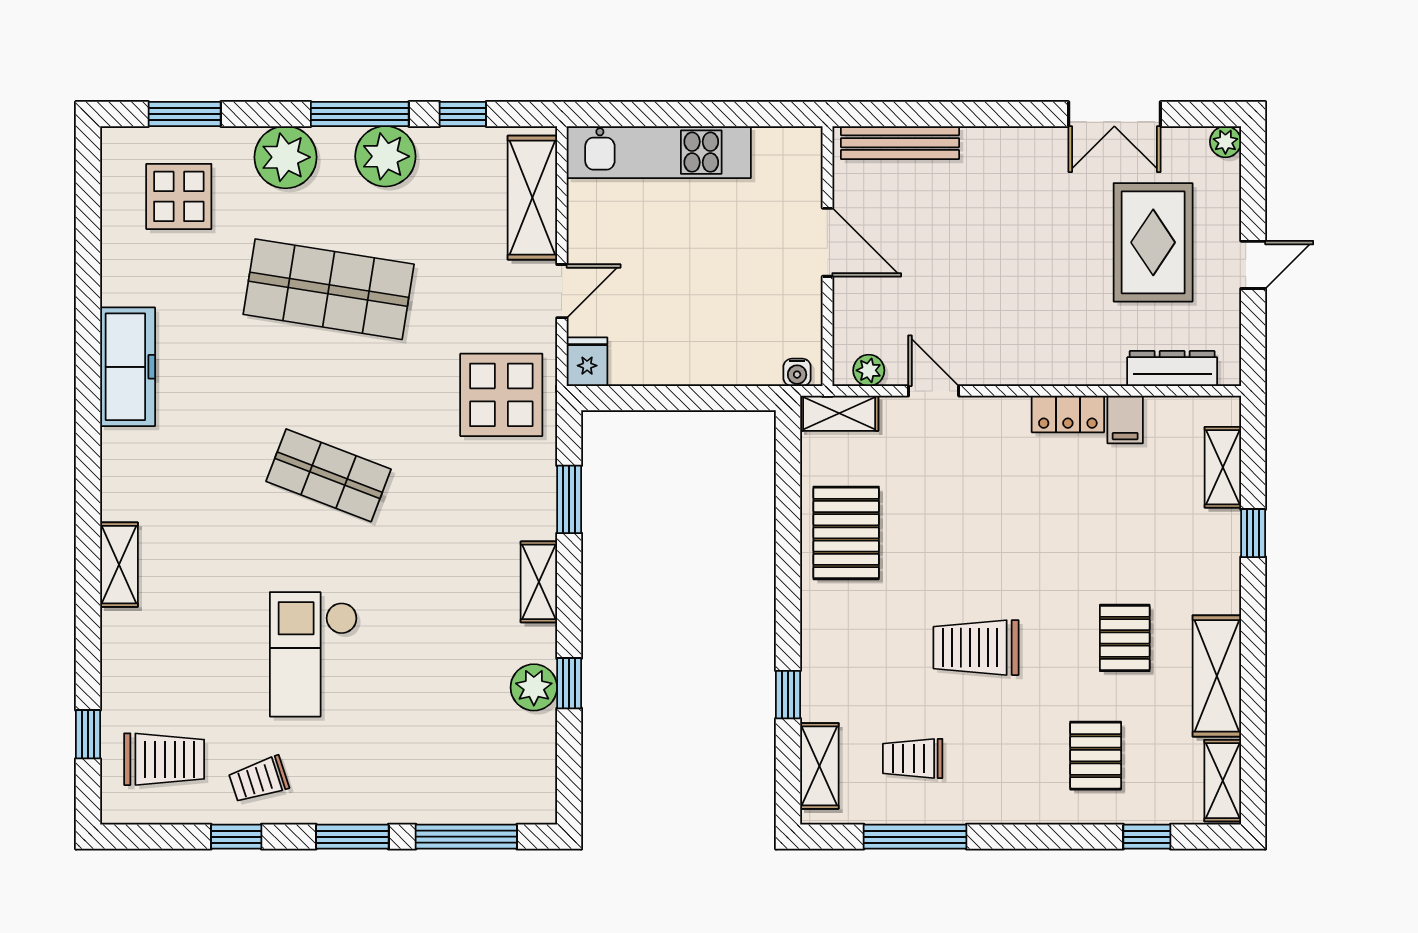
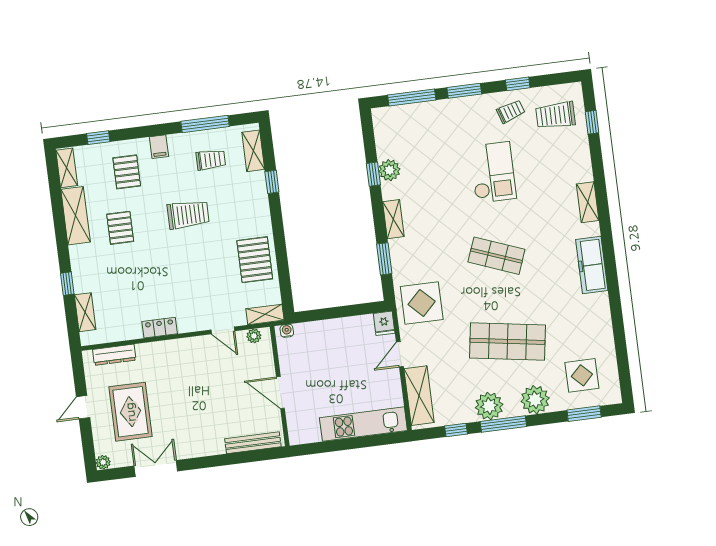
freezer: (128, 367) -> (592, 265), moved
filing cabinet: (1125, 419) -> (159, 147), moved, turned 180

